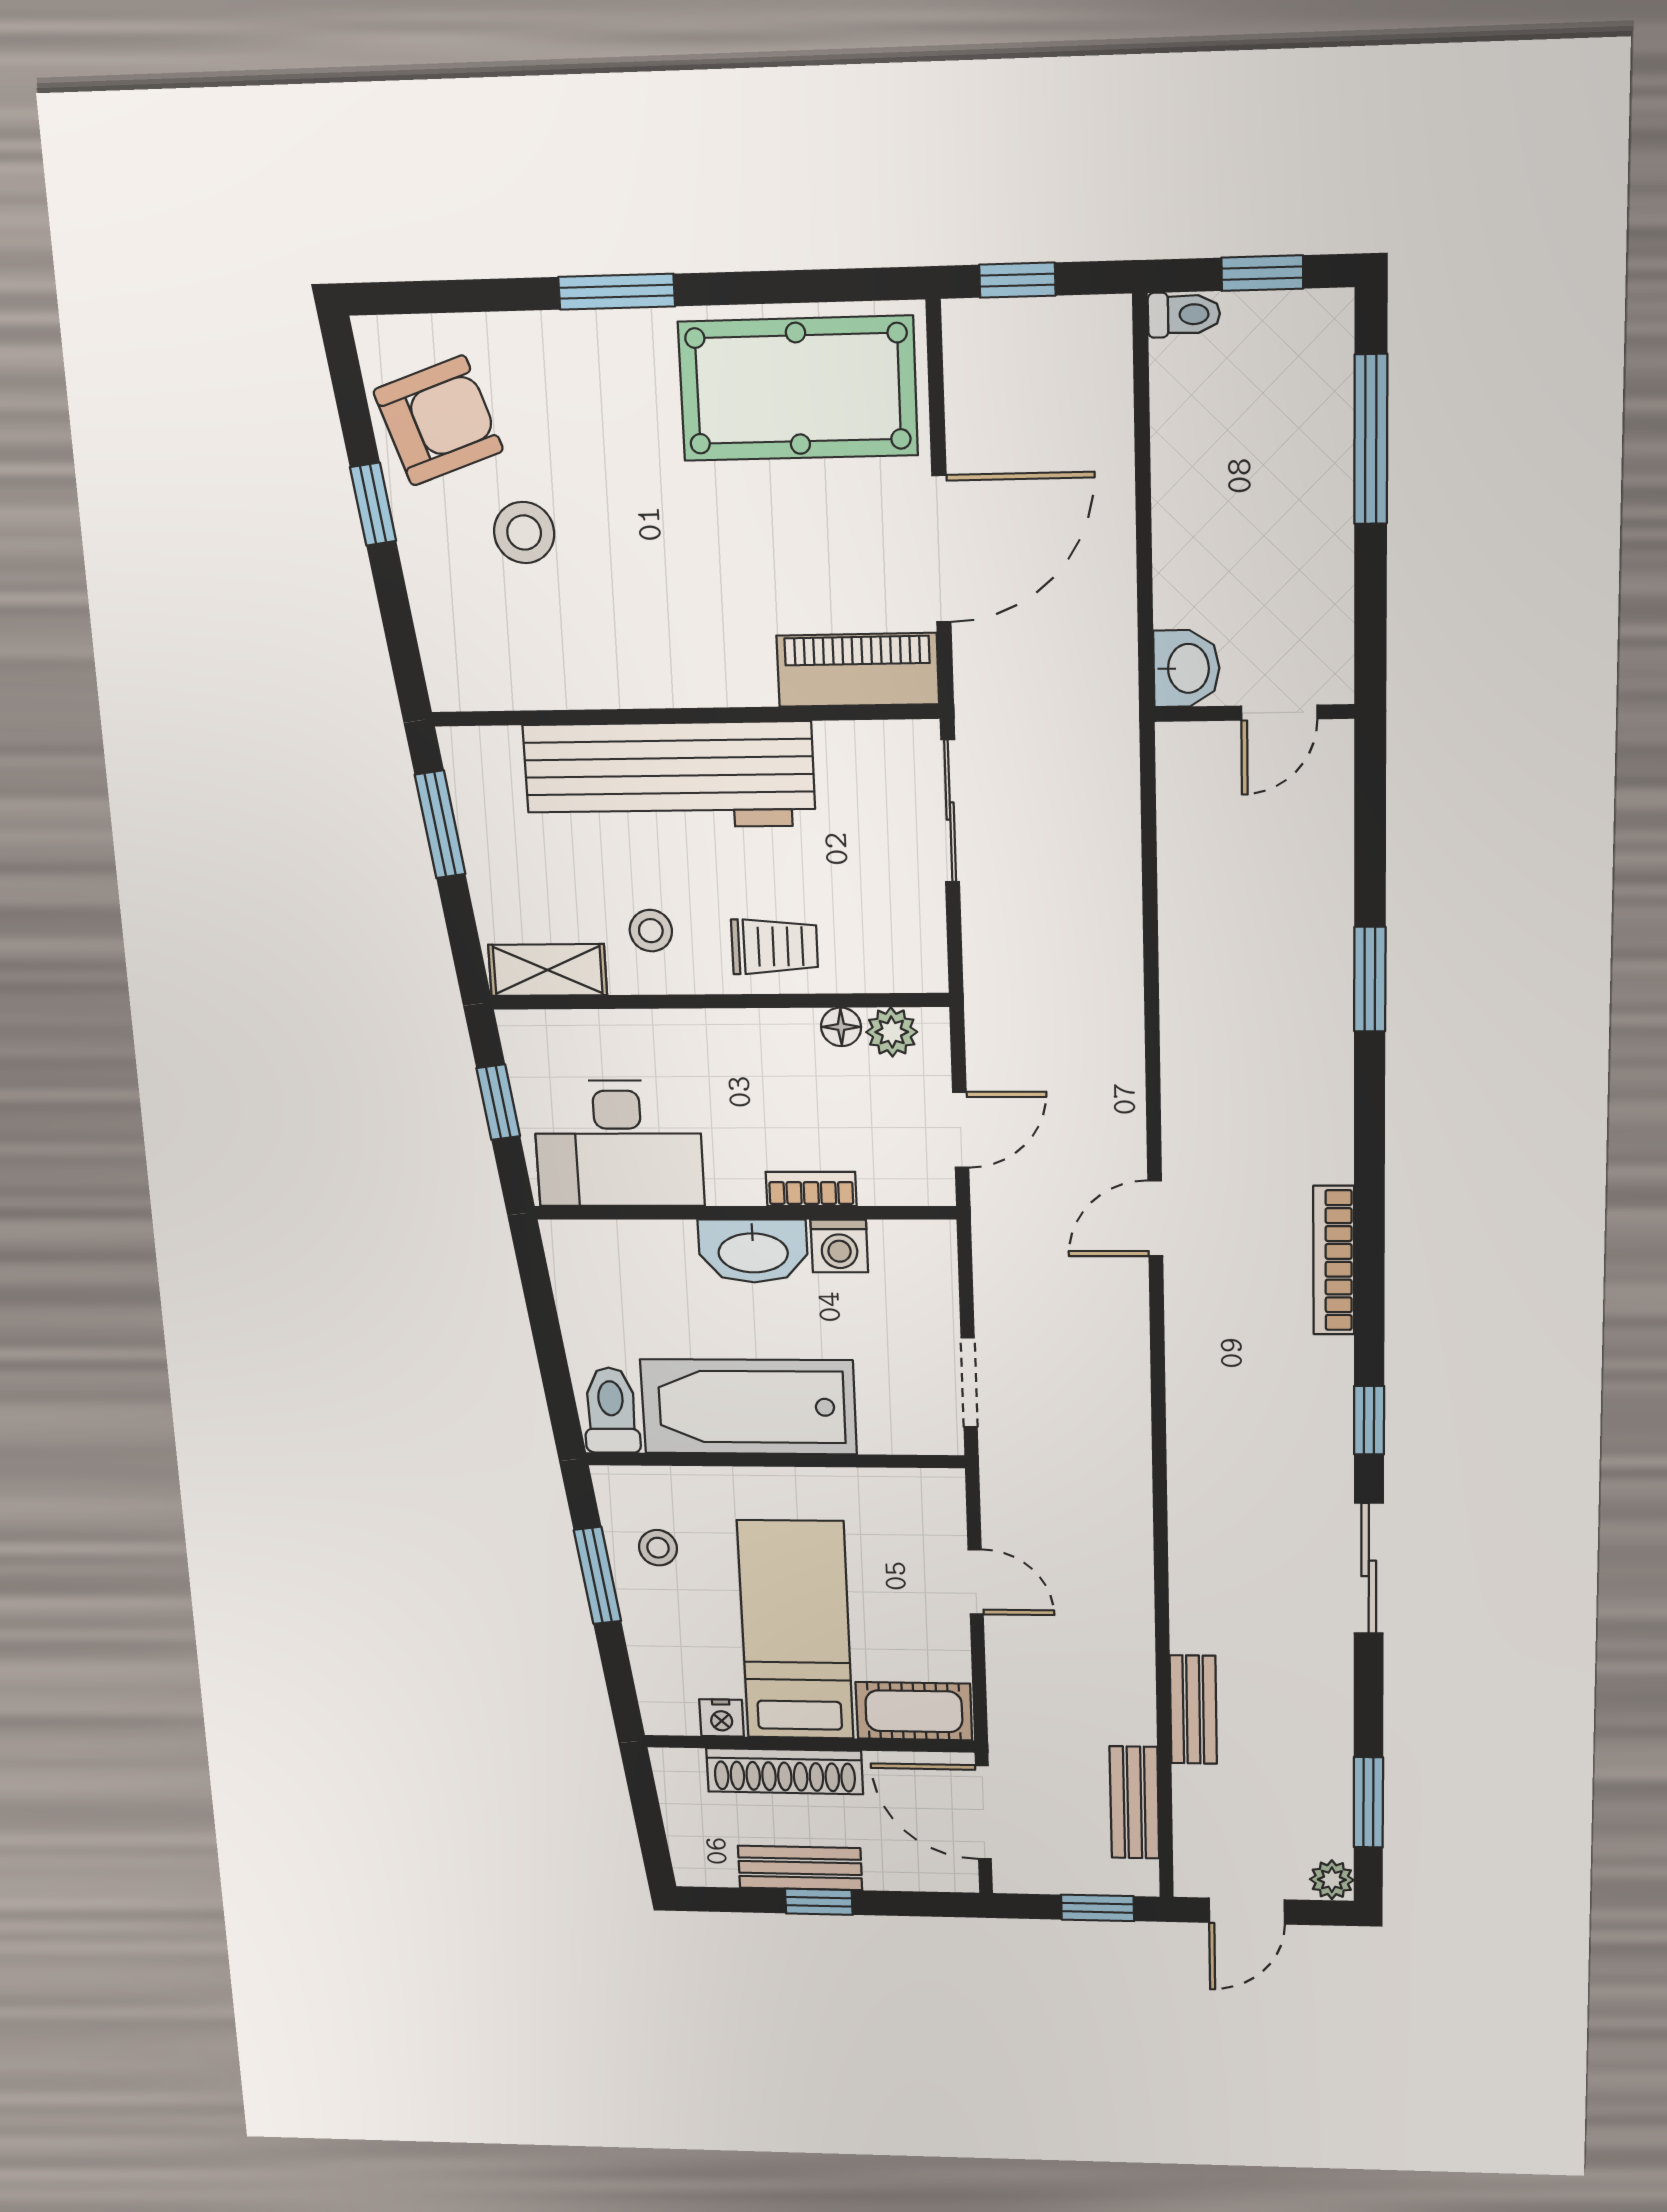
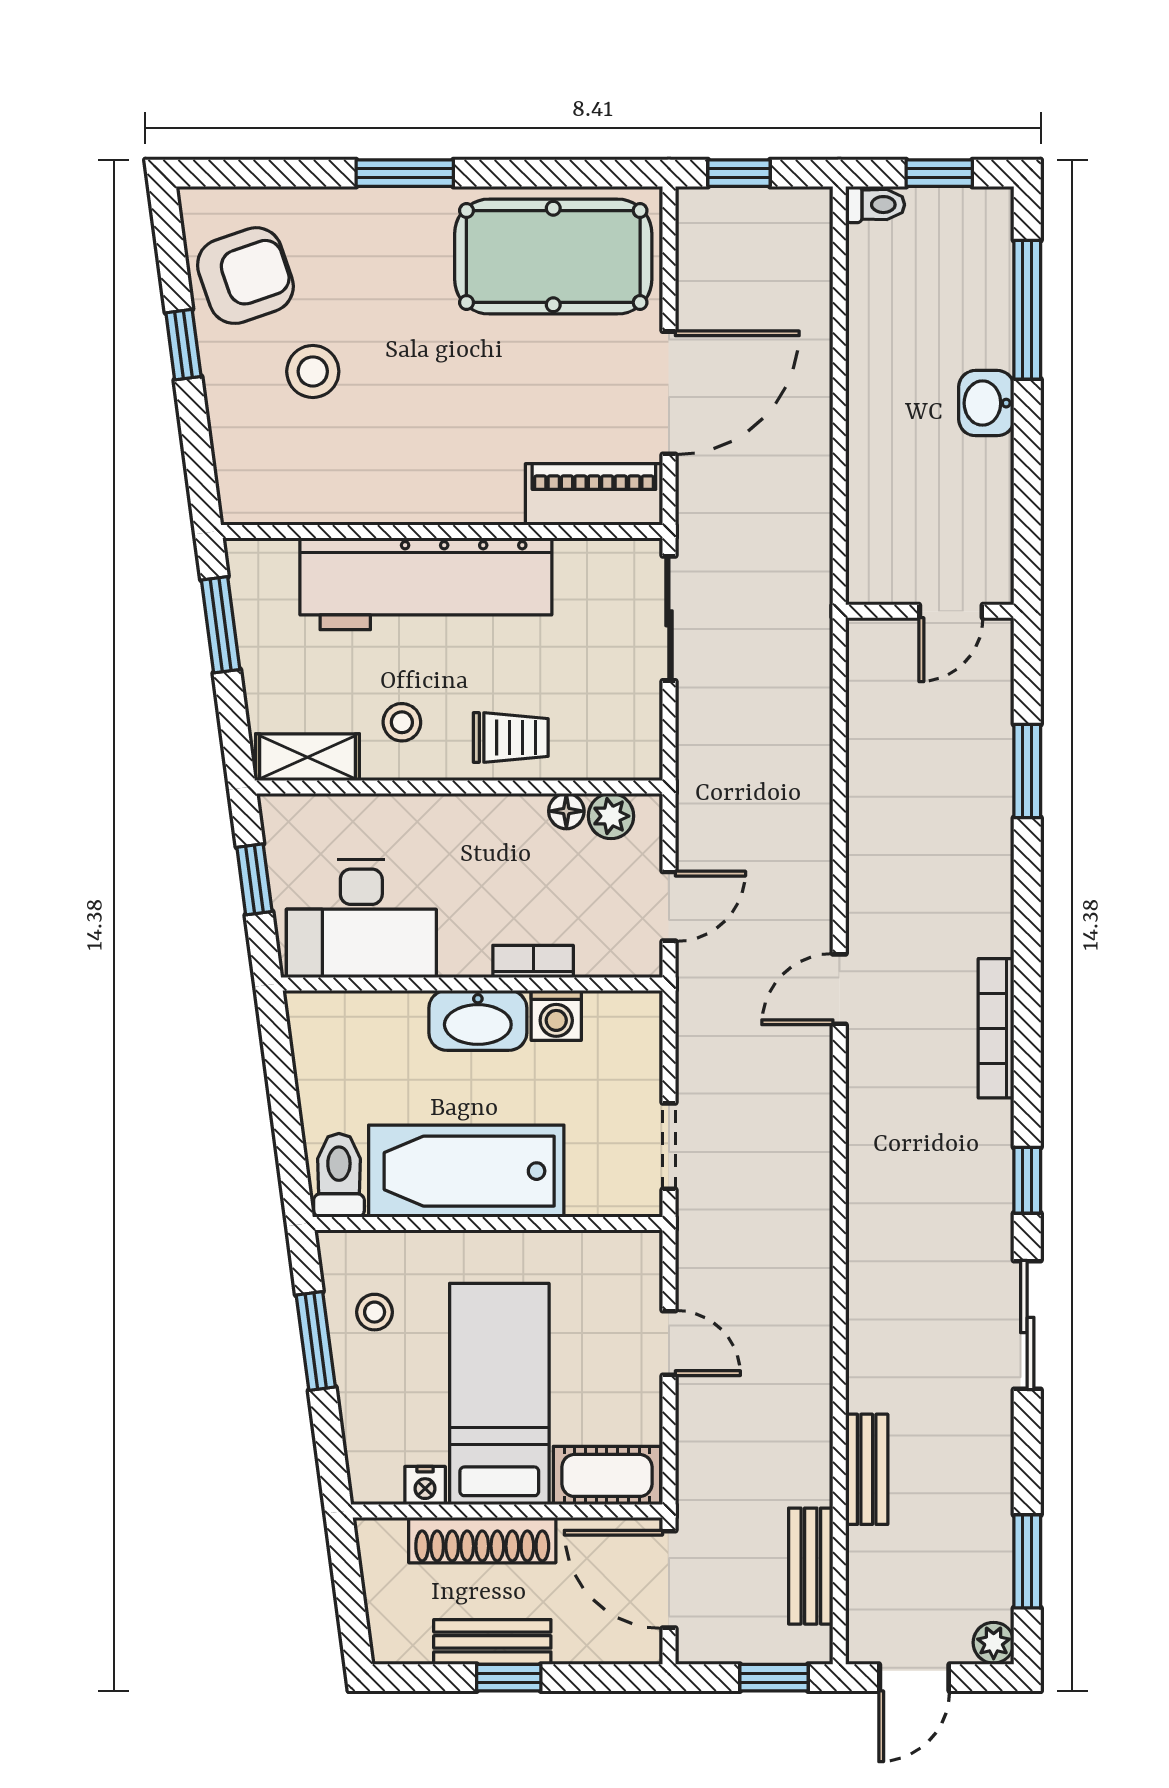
washbasin: (1186, 668) -> (986, 403), moved, turned 180
wall: (1254, 713) -> (930, 611), moved
door: (1279, 713) -> (951, 611), moved

